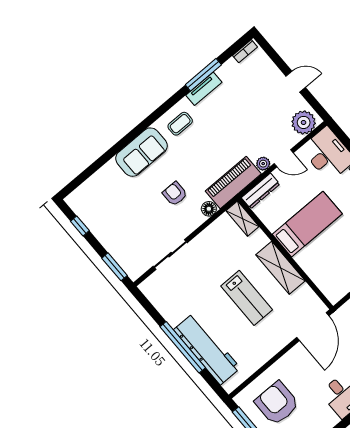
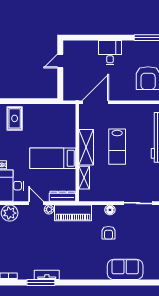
coffee table: (180, 124) -> (75, 267), removed
sofa: (141, 152) -> (125, 269), moved
floor lamp: (209, 209) -> (110, 210), moved
shelving: (242, 219) -> (84, 178), moved
lab bench: (247, 298) -> (117, 147), turned 180

